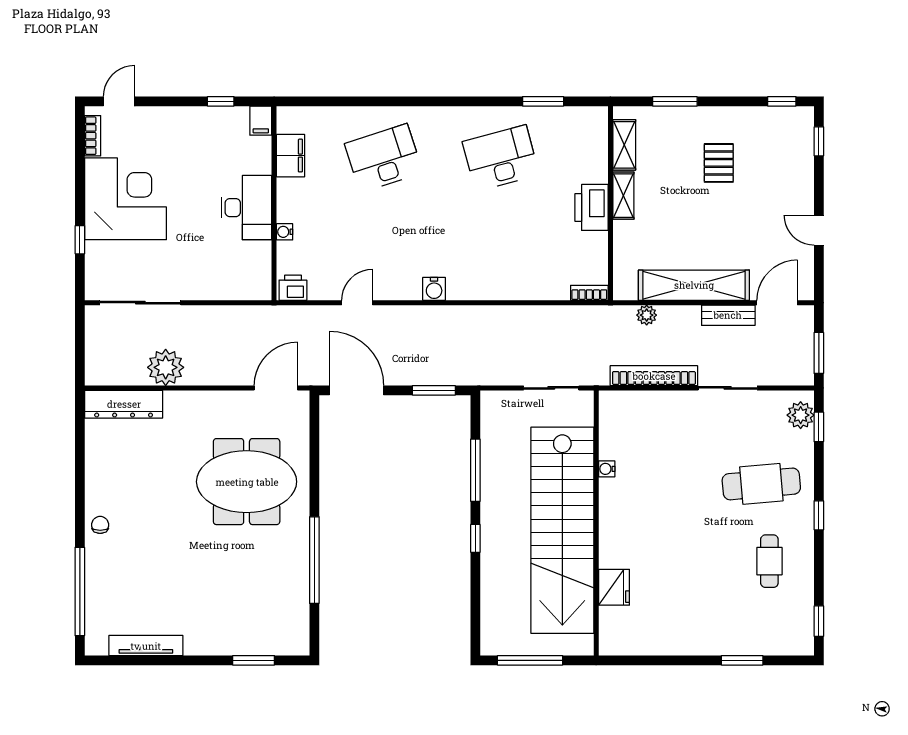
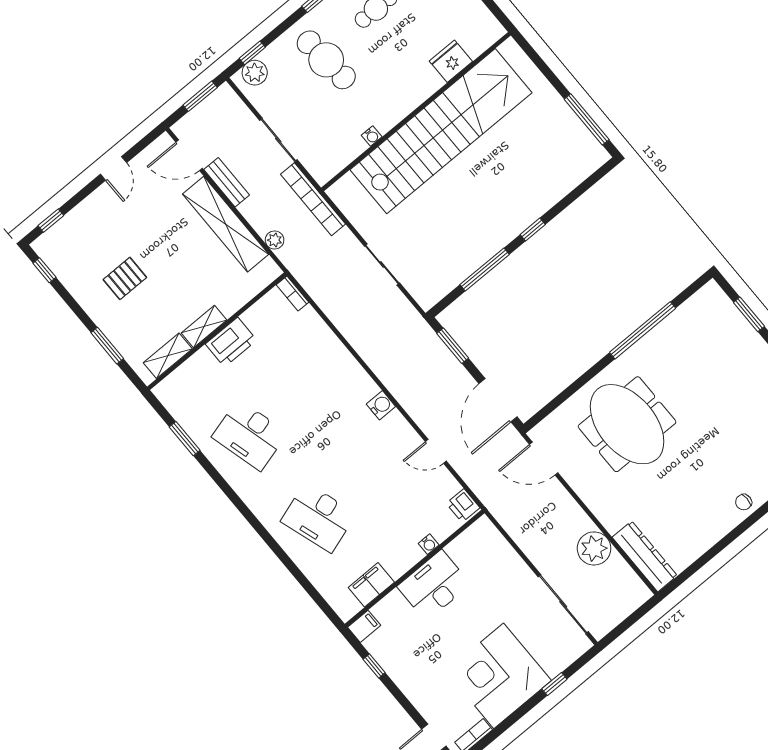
water cooler: (607, 469) -> (372, 136), moved
wall: (596, 523) -> (416, 112), moved
stairs: (562, 530) -> (441, 131), moved
fridge: (614, 587) -> (451, 61), moved

